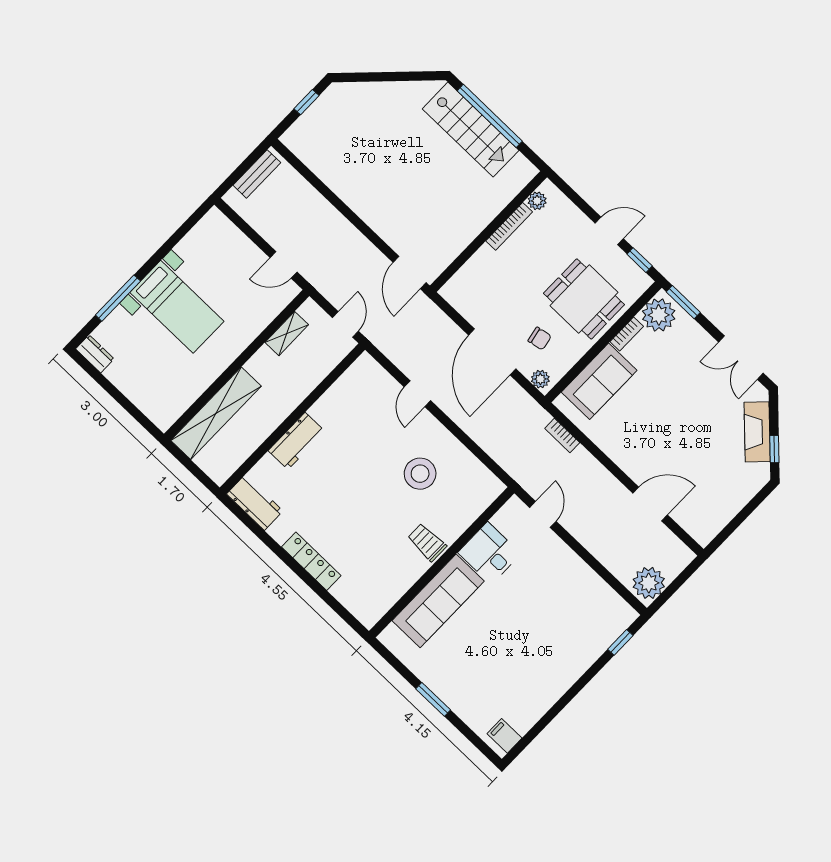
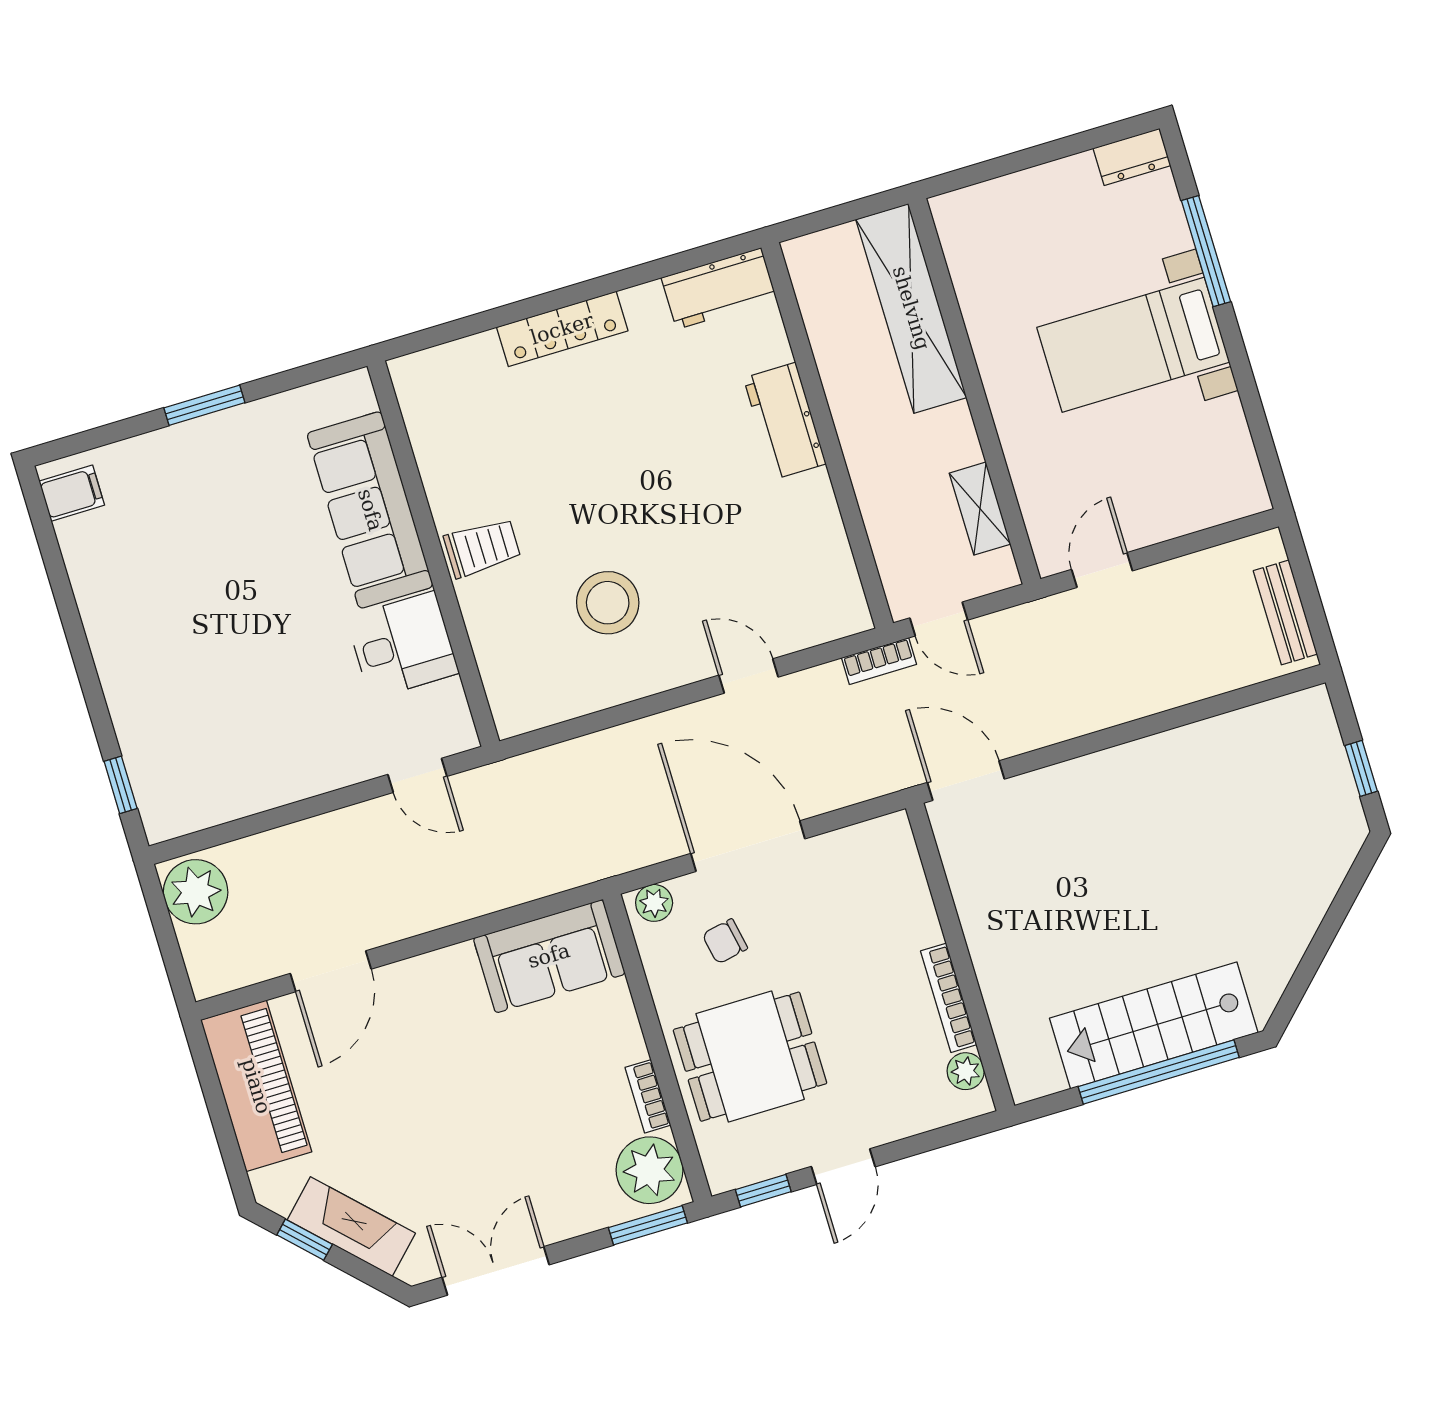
sofa: (599, 381) -> (549, 956), moved, turned -90
bookcase: (562, 435) -> (879, 661), moved, turned 180
piano: (719, 508) -> (256, 1086), added

